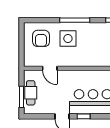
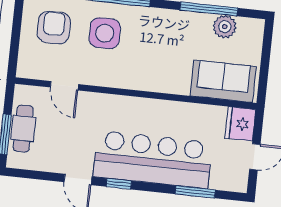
armchair: (41, 38) -> (54, 27), turned 180

